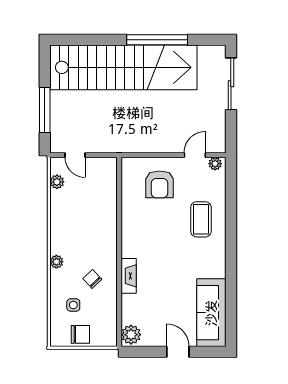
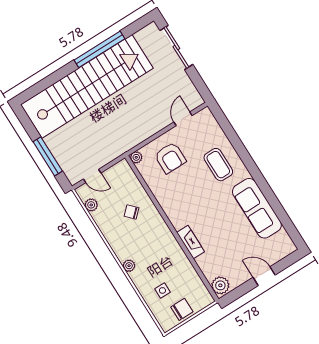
plant: (215, 164) -> (136, 157), moved
chair: (92, 279) -> (132, 212), moved
sofa: (211, 313) -> (257, 208), moved

